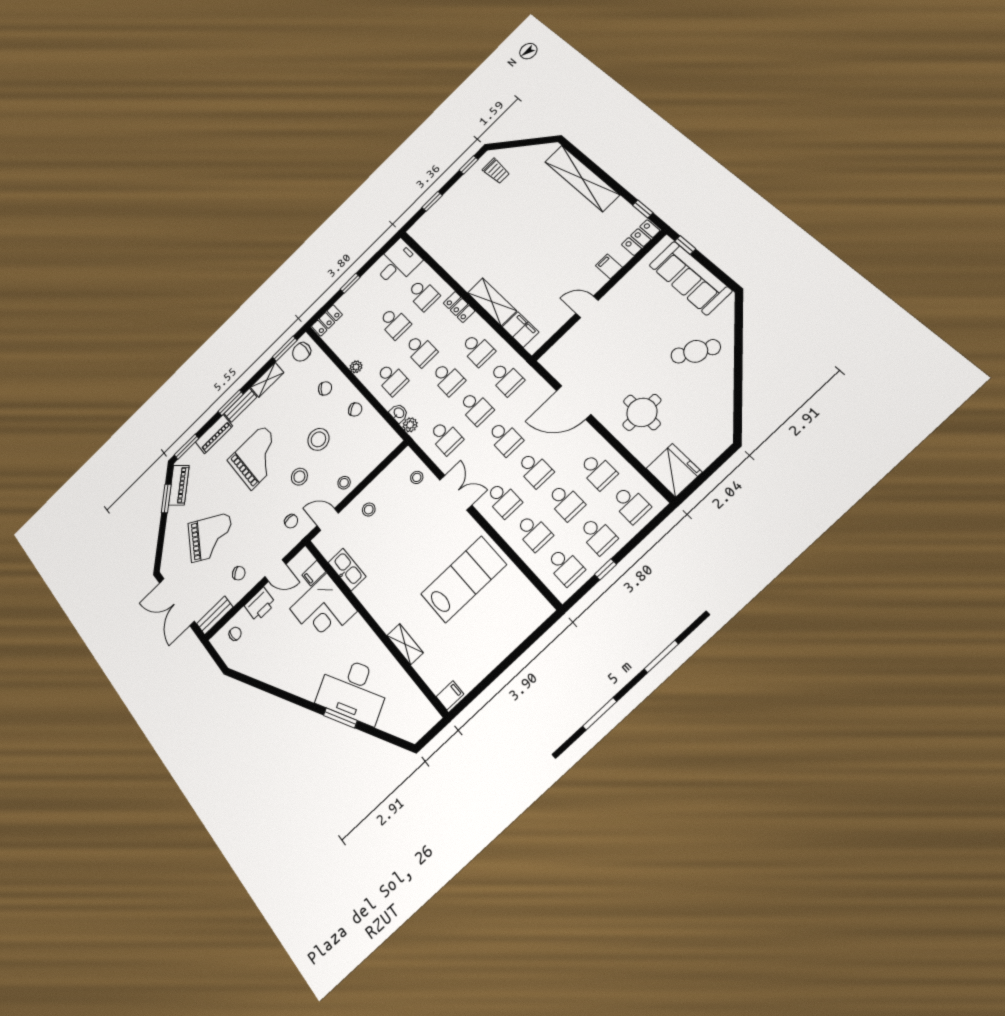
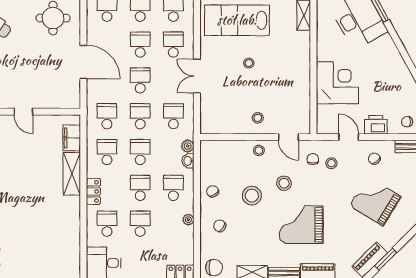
stool: (417, 477) -> (249, 63), moved
stool: (272, 533) -> (331, 163), added
kitchen sink: (347, 570) -> (302, 94), removed
filing cabinet: (314, 573) -> (325, 111), removed

